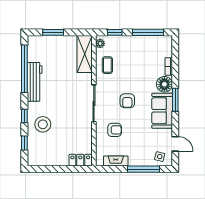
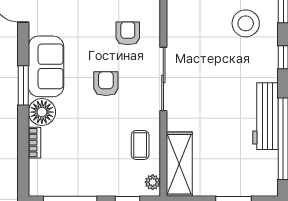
stool: (43, 124) -> (246, 23), moved
armchair: (115, 130) -> (128, 33), turned 90

